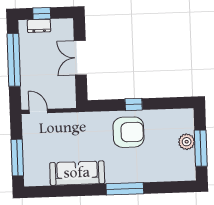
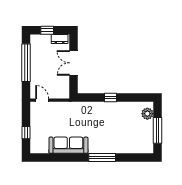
dresser: (39, 26) -> (60, 39), moved
armchair: (128, 132) -> (106, 117), removed
plant: (187, 142) -> (147, 114), moved
window: (17, 158) -> (26, 133), width x0.46

